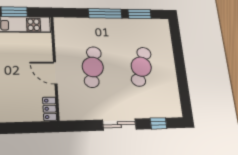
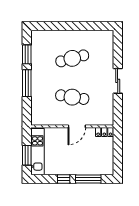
cafe table: (141, 67) -> (72, 58), turned -33
window: (158, 123) -> (118, 50), removed

